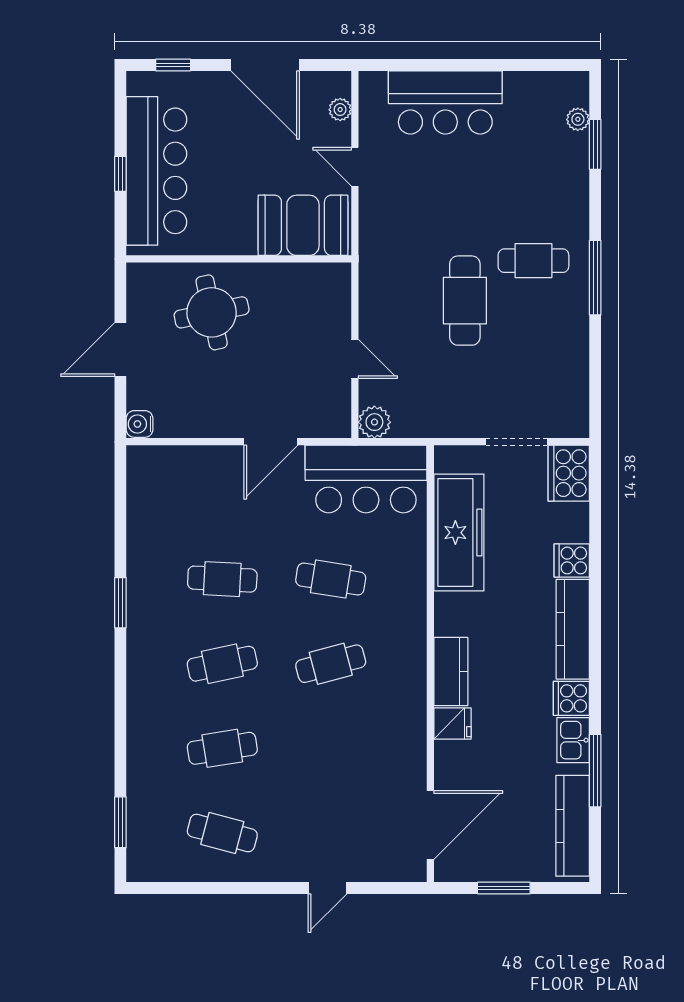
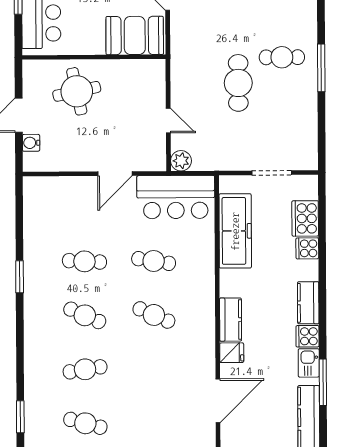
water cooler: (140, 424) -> (31, 143), moved
cooker: (569, 473) -> (305, 218), moved
kitchen counter: (573, 629) -> (308, 303), width x0.67
cafe table: (222, 664) -> (85, 315), turned 36
cafe table: (331, 664) -> (154, 315), turned 39
door: (430, 825) -> (218, 401), moved

